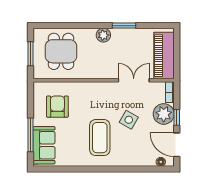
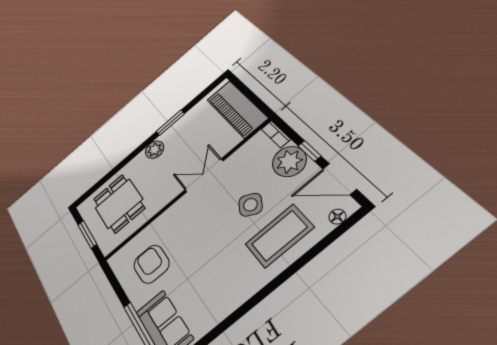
double door: (134, 80) -> (204, 175), moved
coffee table: (100, 138) -> (279, 236), moved, turned 90

